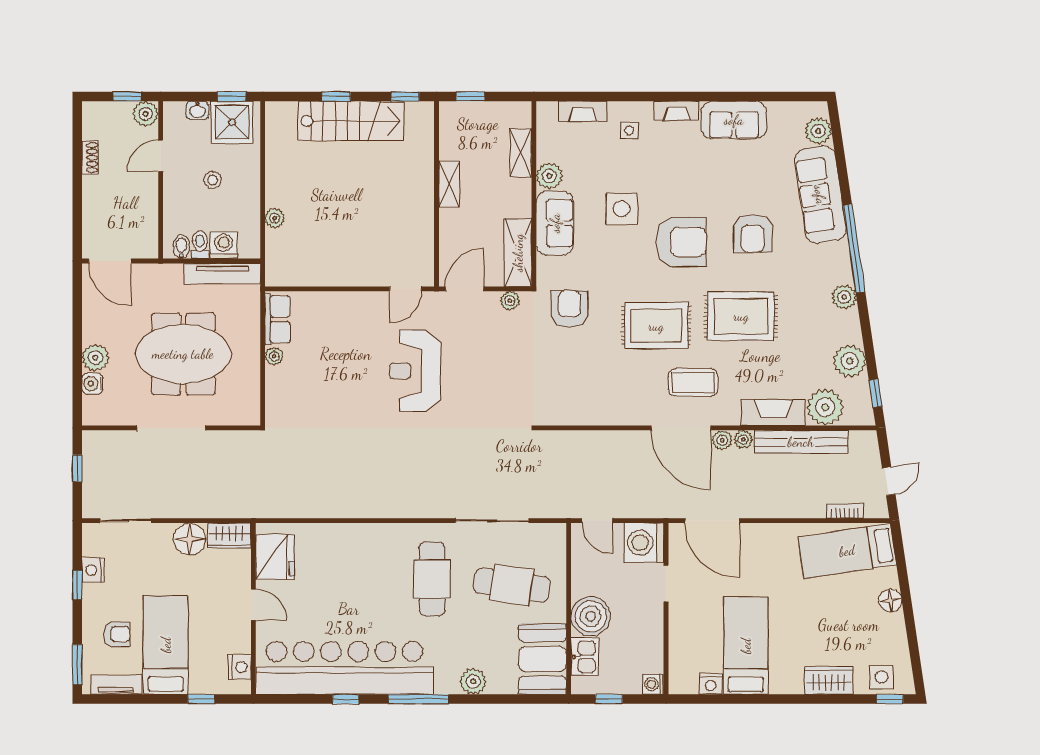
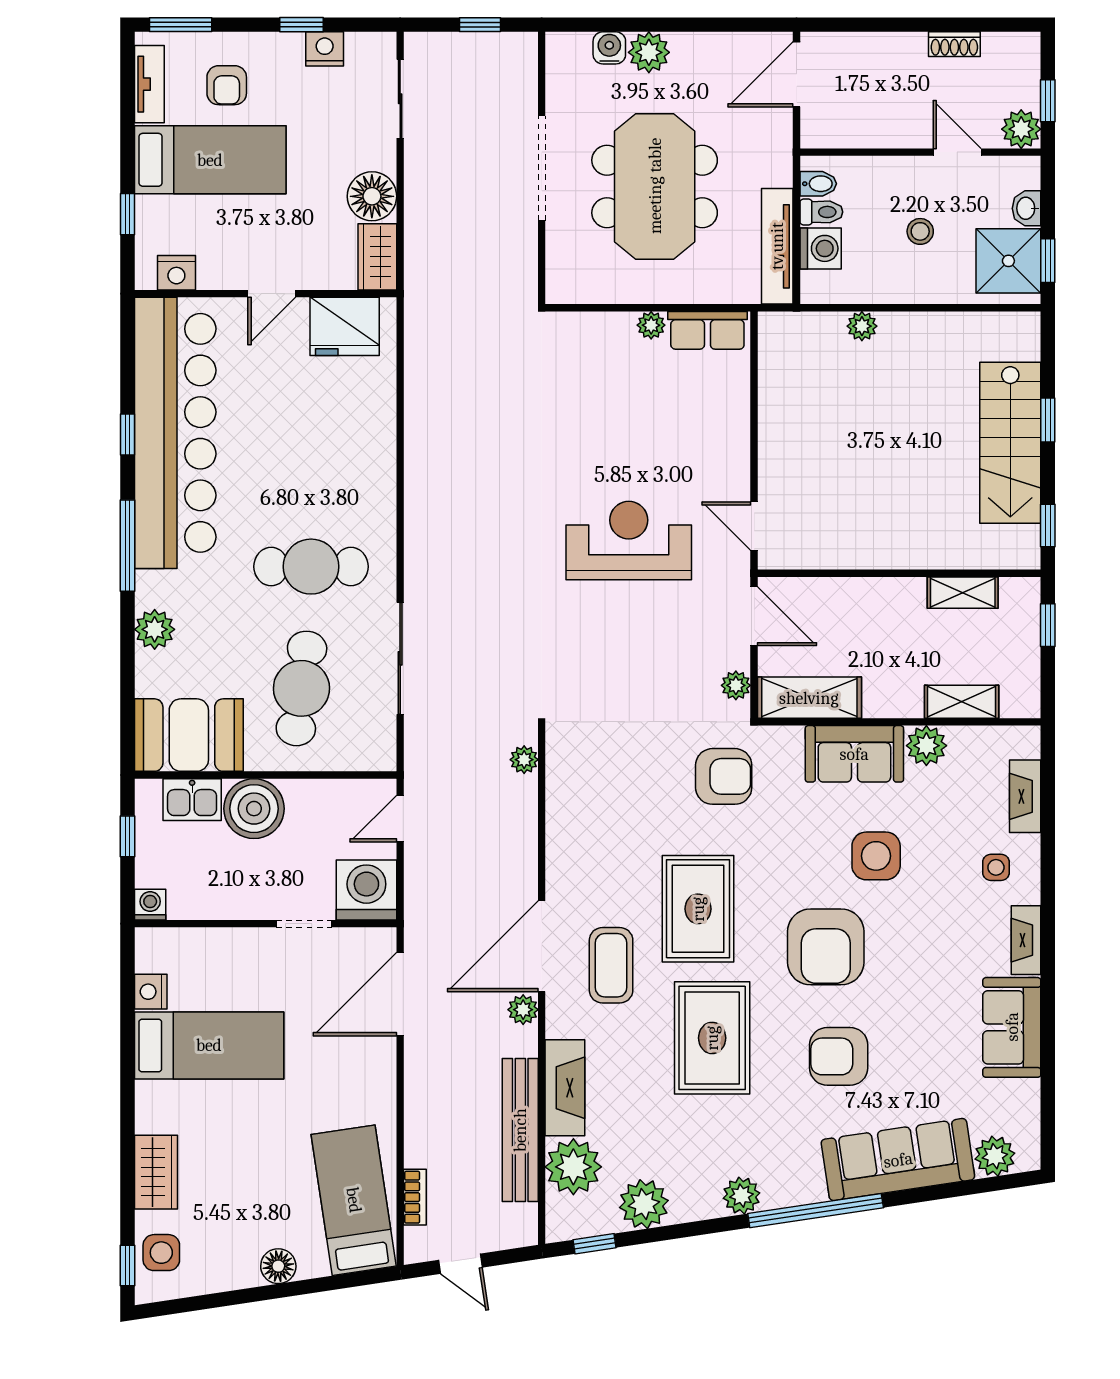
shelving: (449, 184) -> (963, 593), moved
plant: (743, 439) -> (524, 760), moved

